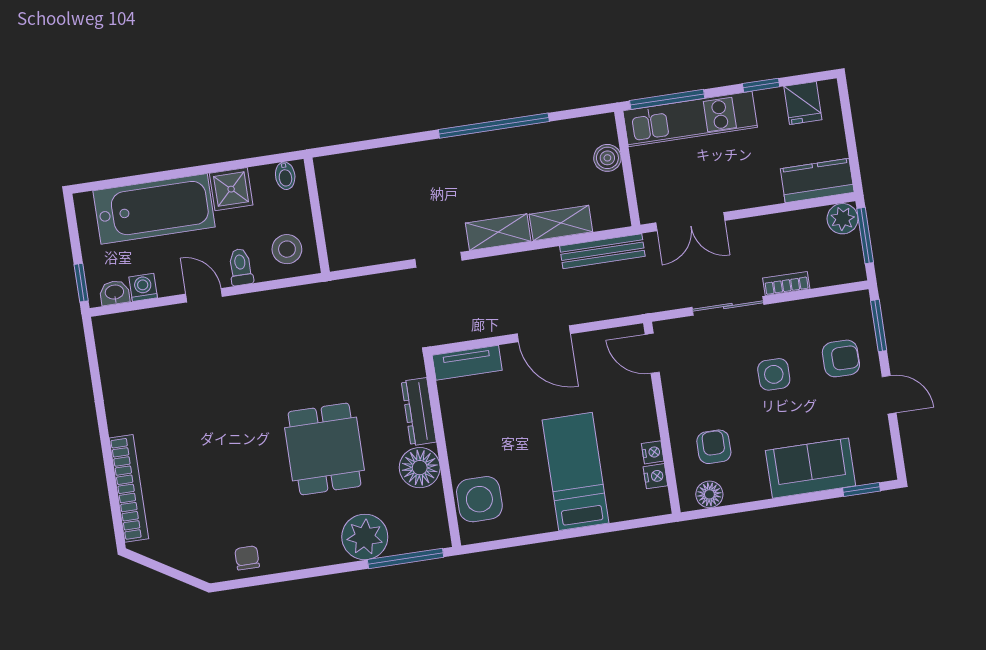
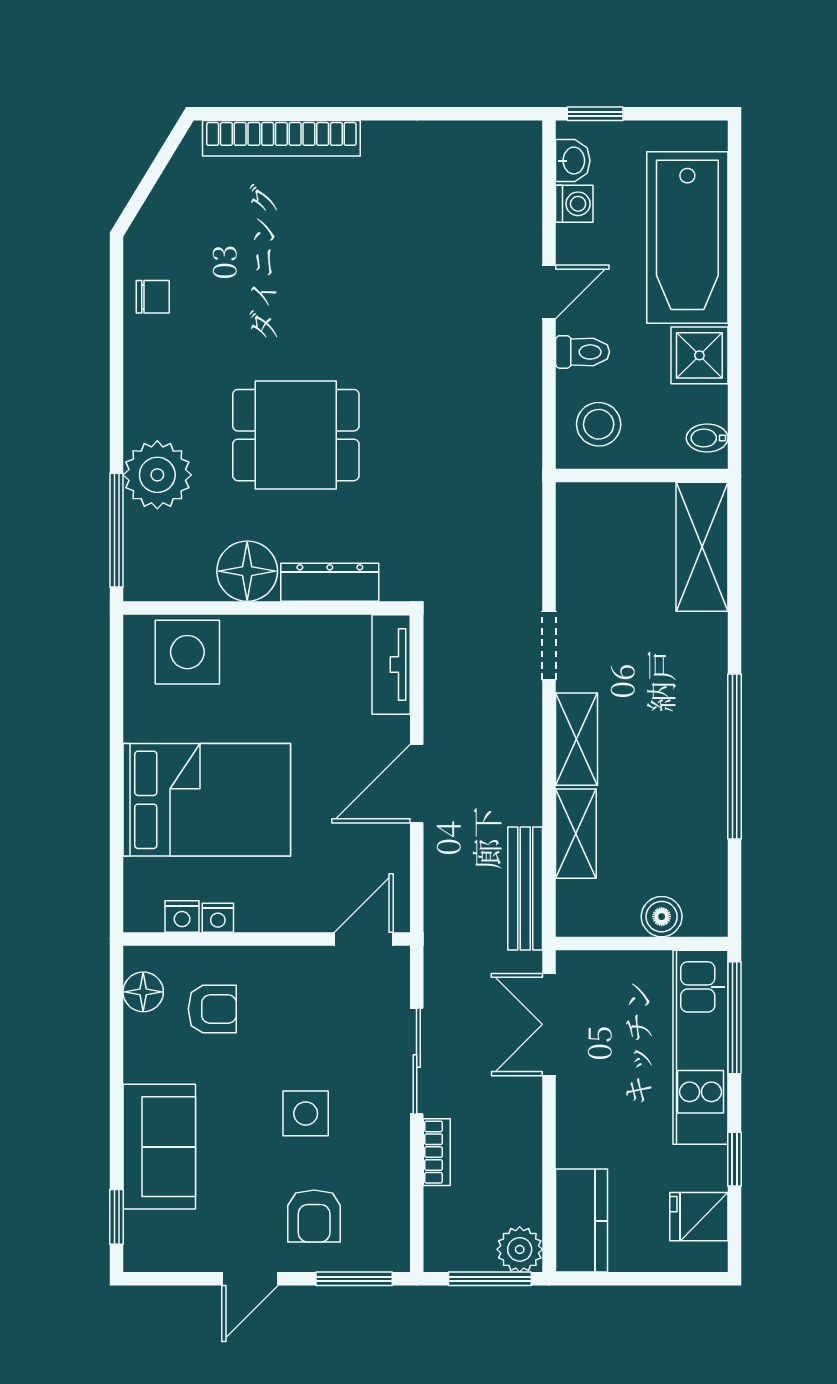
shelving: (358, 168) -> (702, 547), added
bed: (576, 471) -> (207, 800), width x1.50

